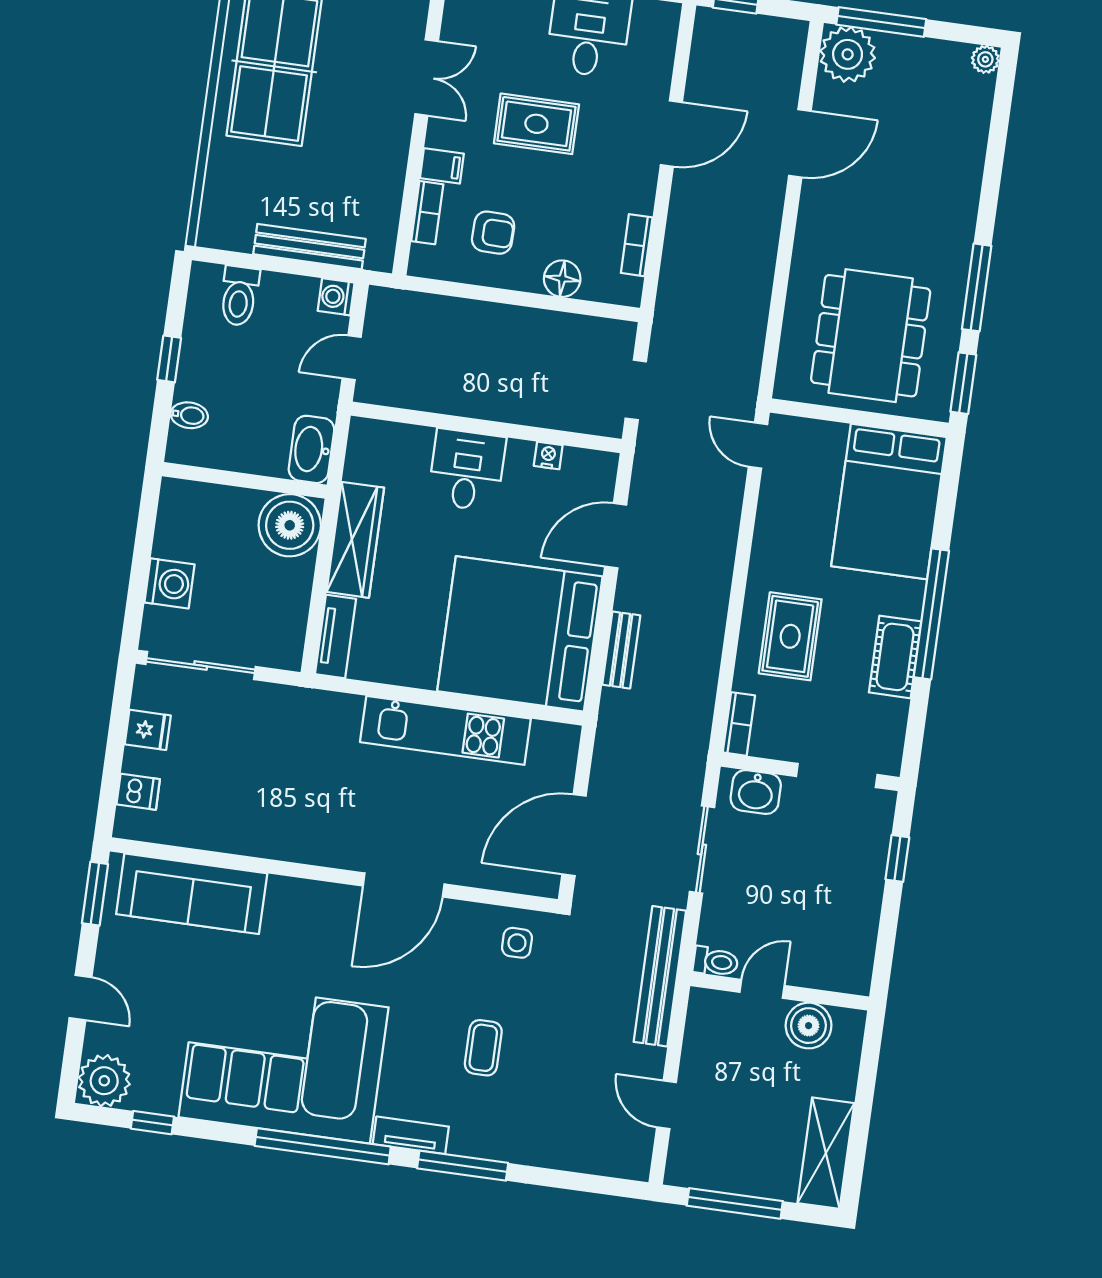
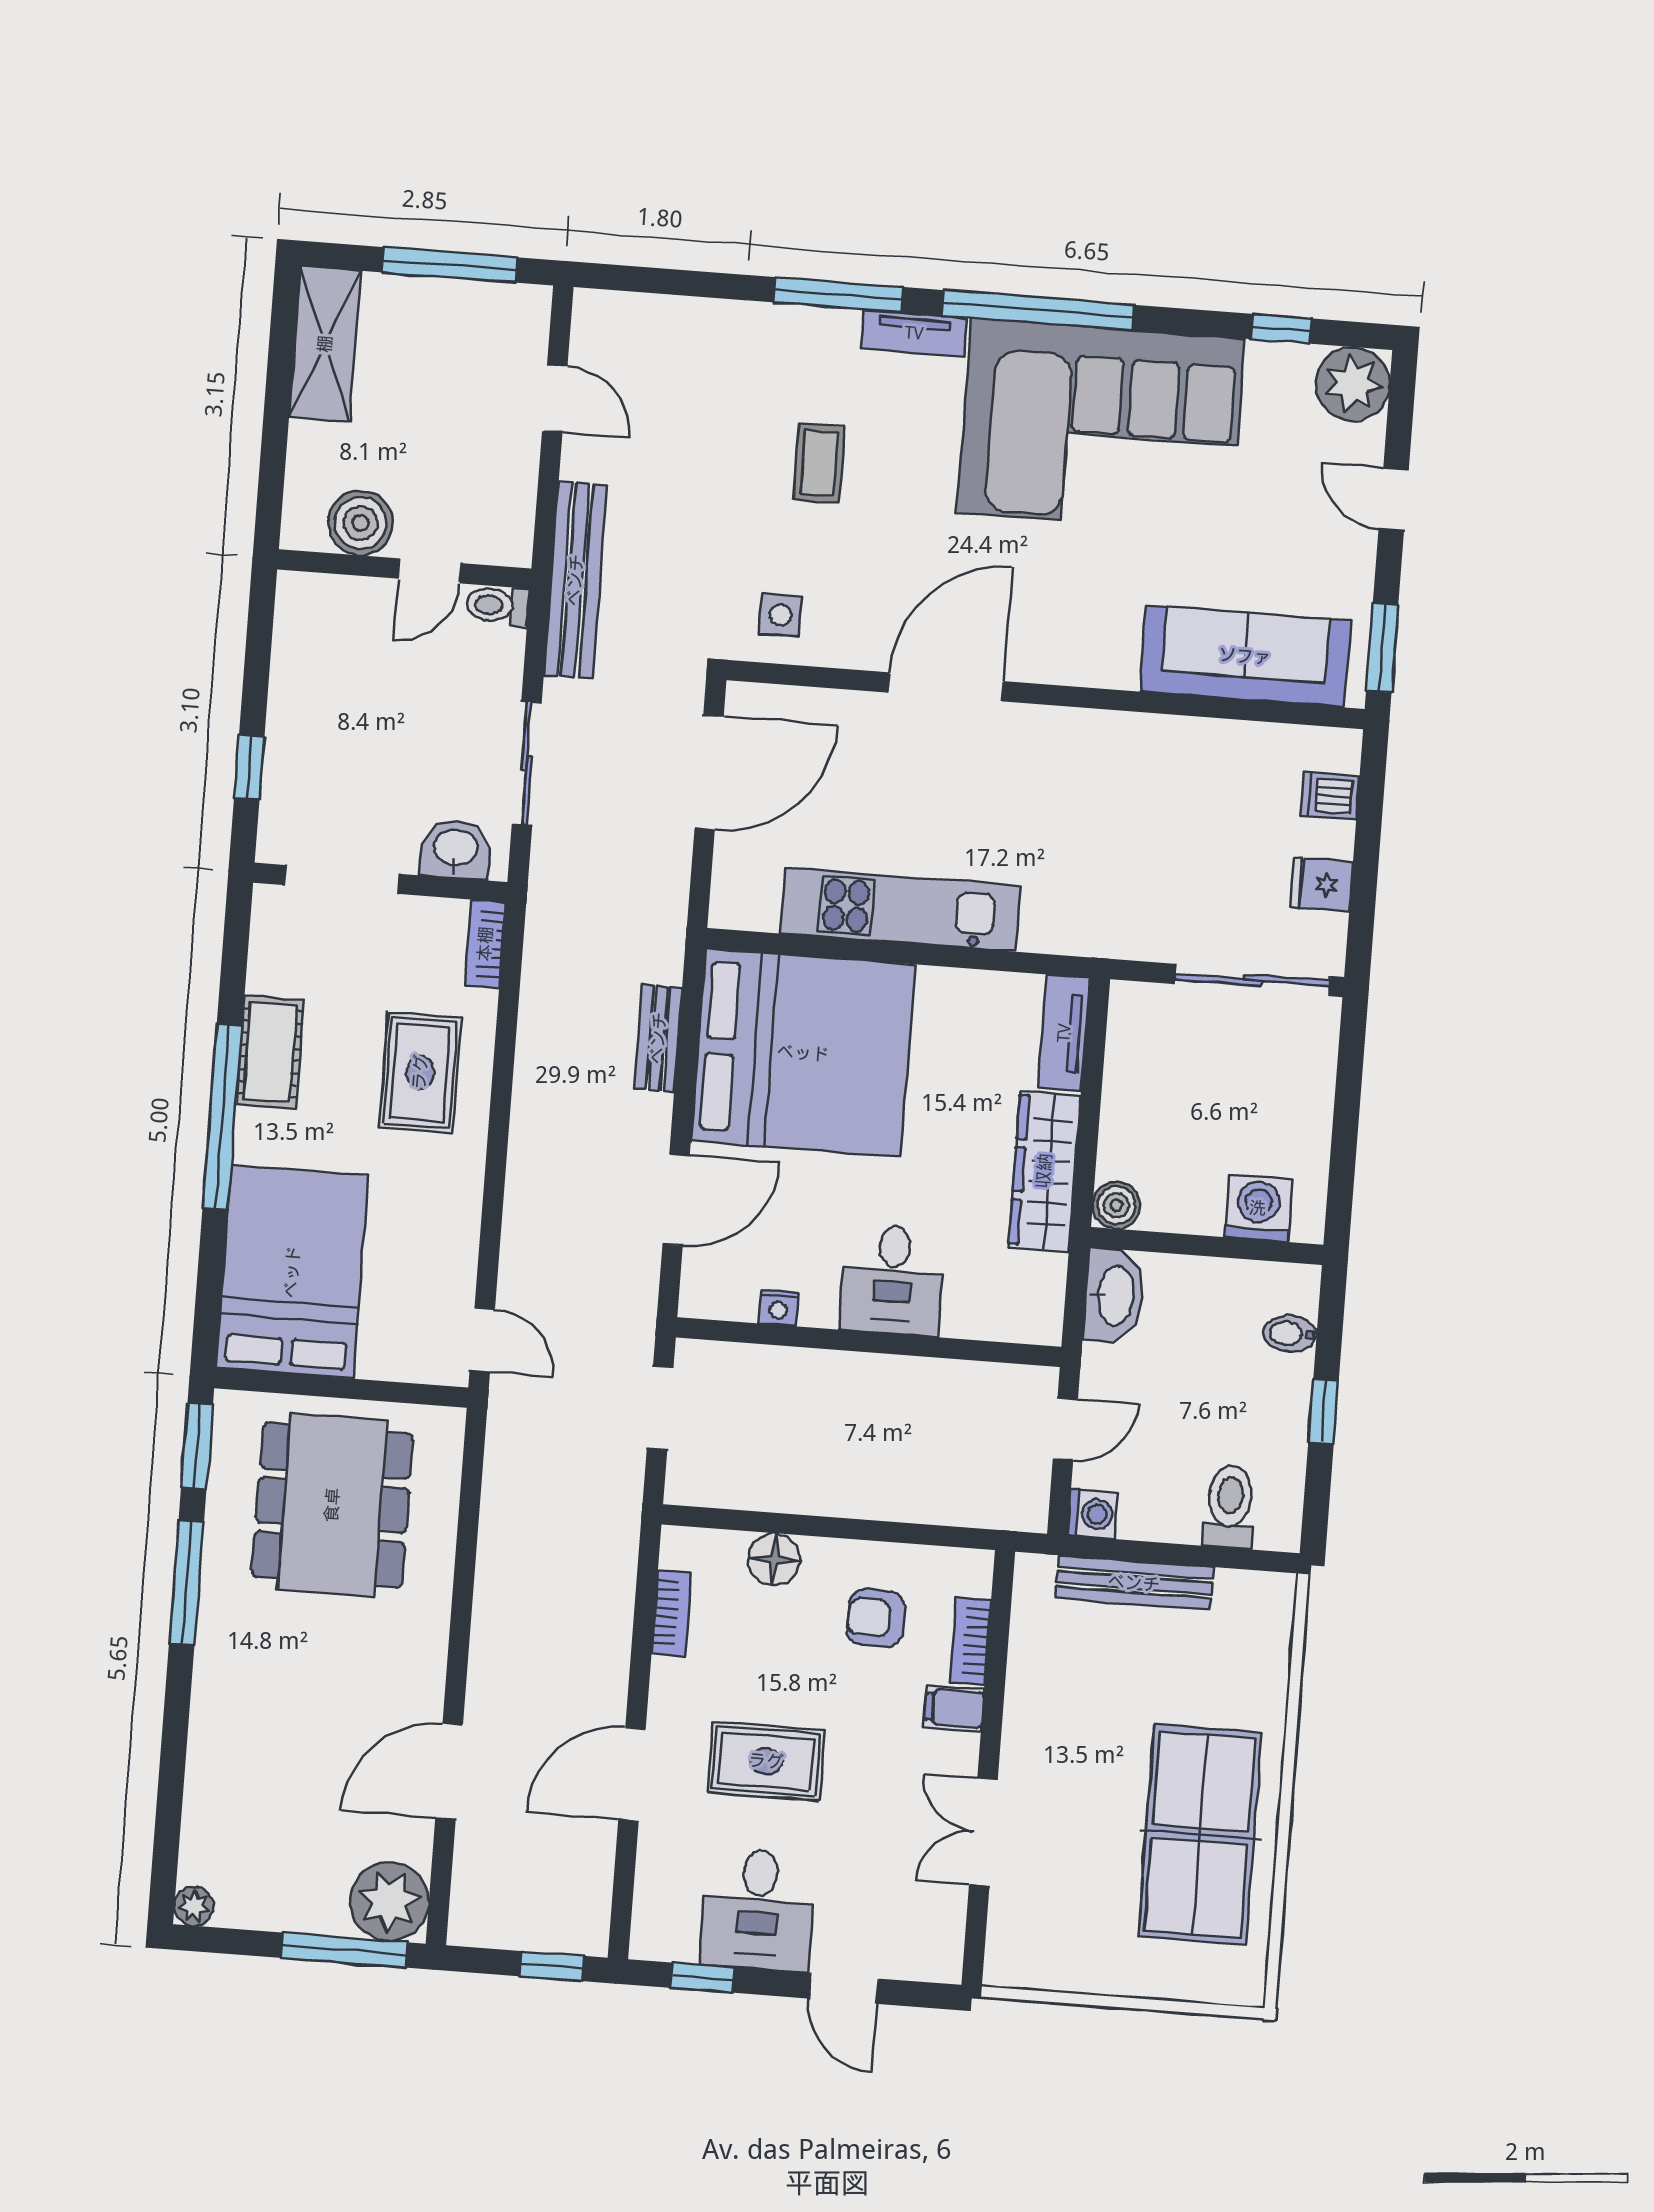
rug: (536, 124) -> (766, 1761), moved
boiler: (290, 525) -> (1116, 1205), width x0.54, depth x0.54
washing machine: (170, 583) -> (1258, 1208), moved, turned 90

